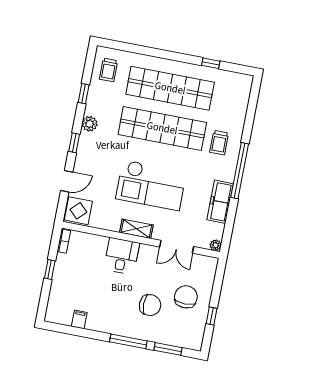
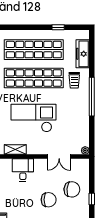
checkout: (151, 185) -> (34, 118), turned 180
freezer: (220, 202) -> (83, 54), moved
shelving: (136, 229) -> (15, 150), moved
chair: (186, 297) -> (72, 189), turned 96

